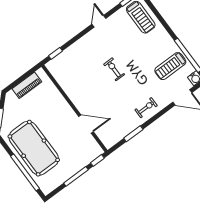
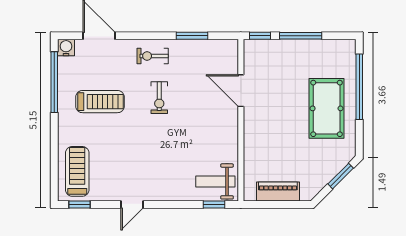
weight bench: (64, 66) -> (215, 181), added
treadmill: (170, 66) -> (100, 102), moved
exercise bike: (114, 69) -> (159, 98), moved
pool table: (34, 148) -> (327, 108), width x0.73, depth x0.76

